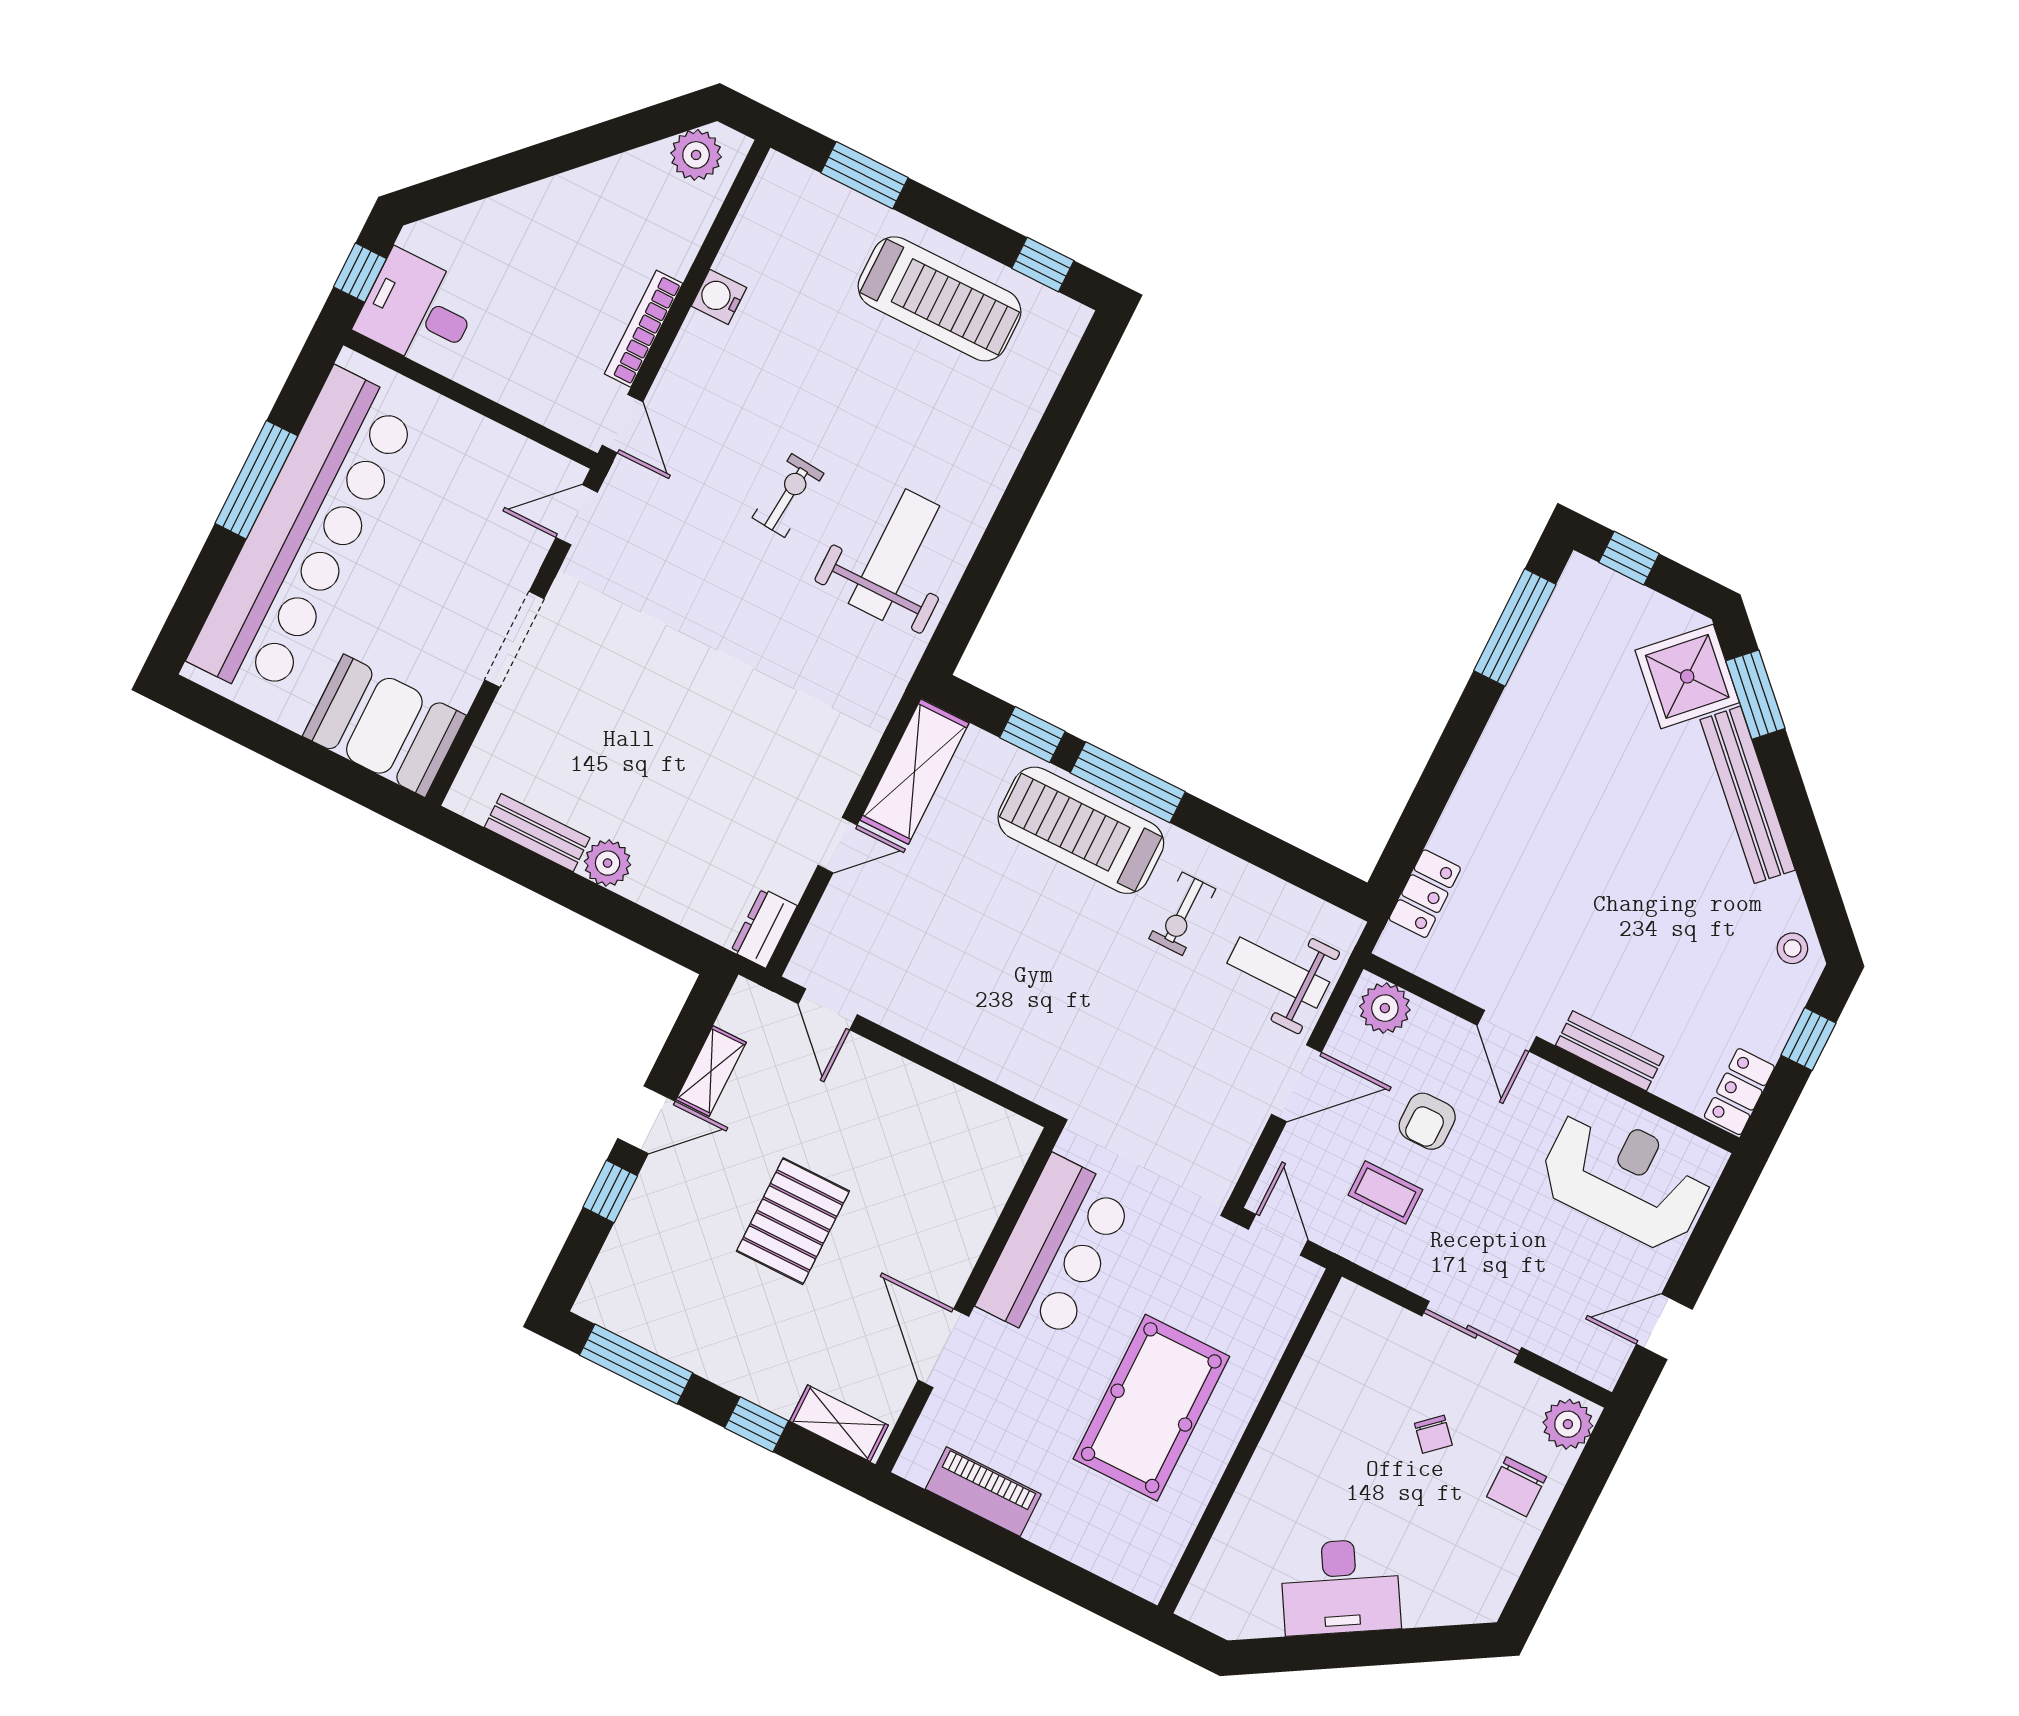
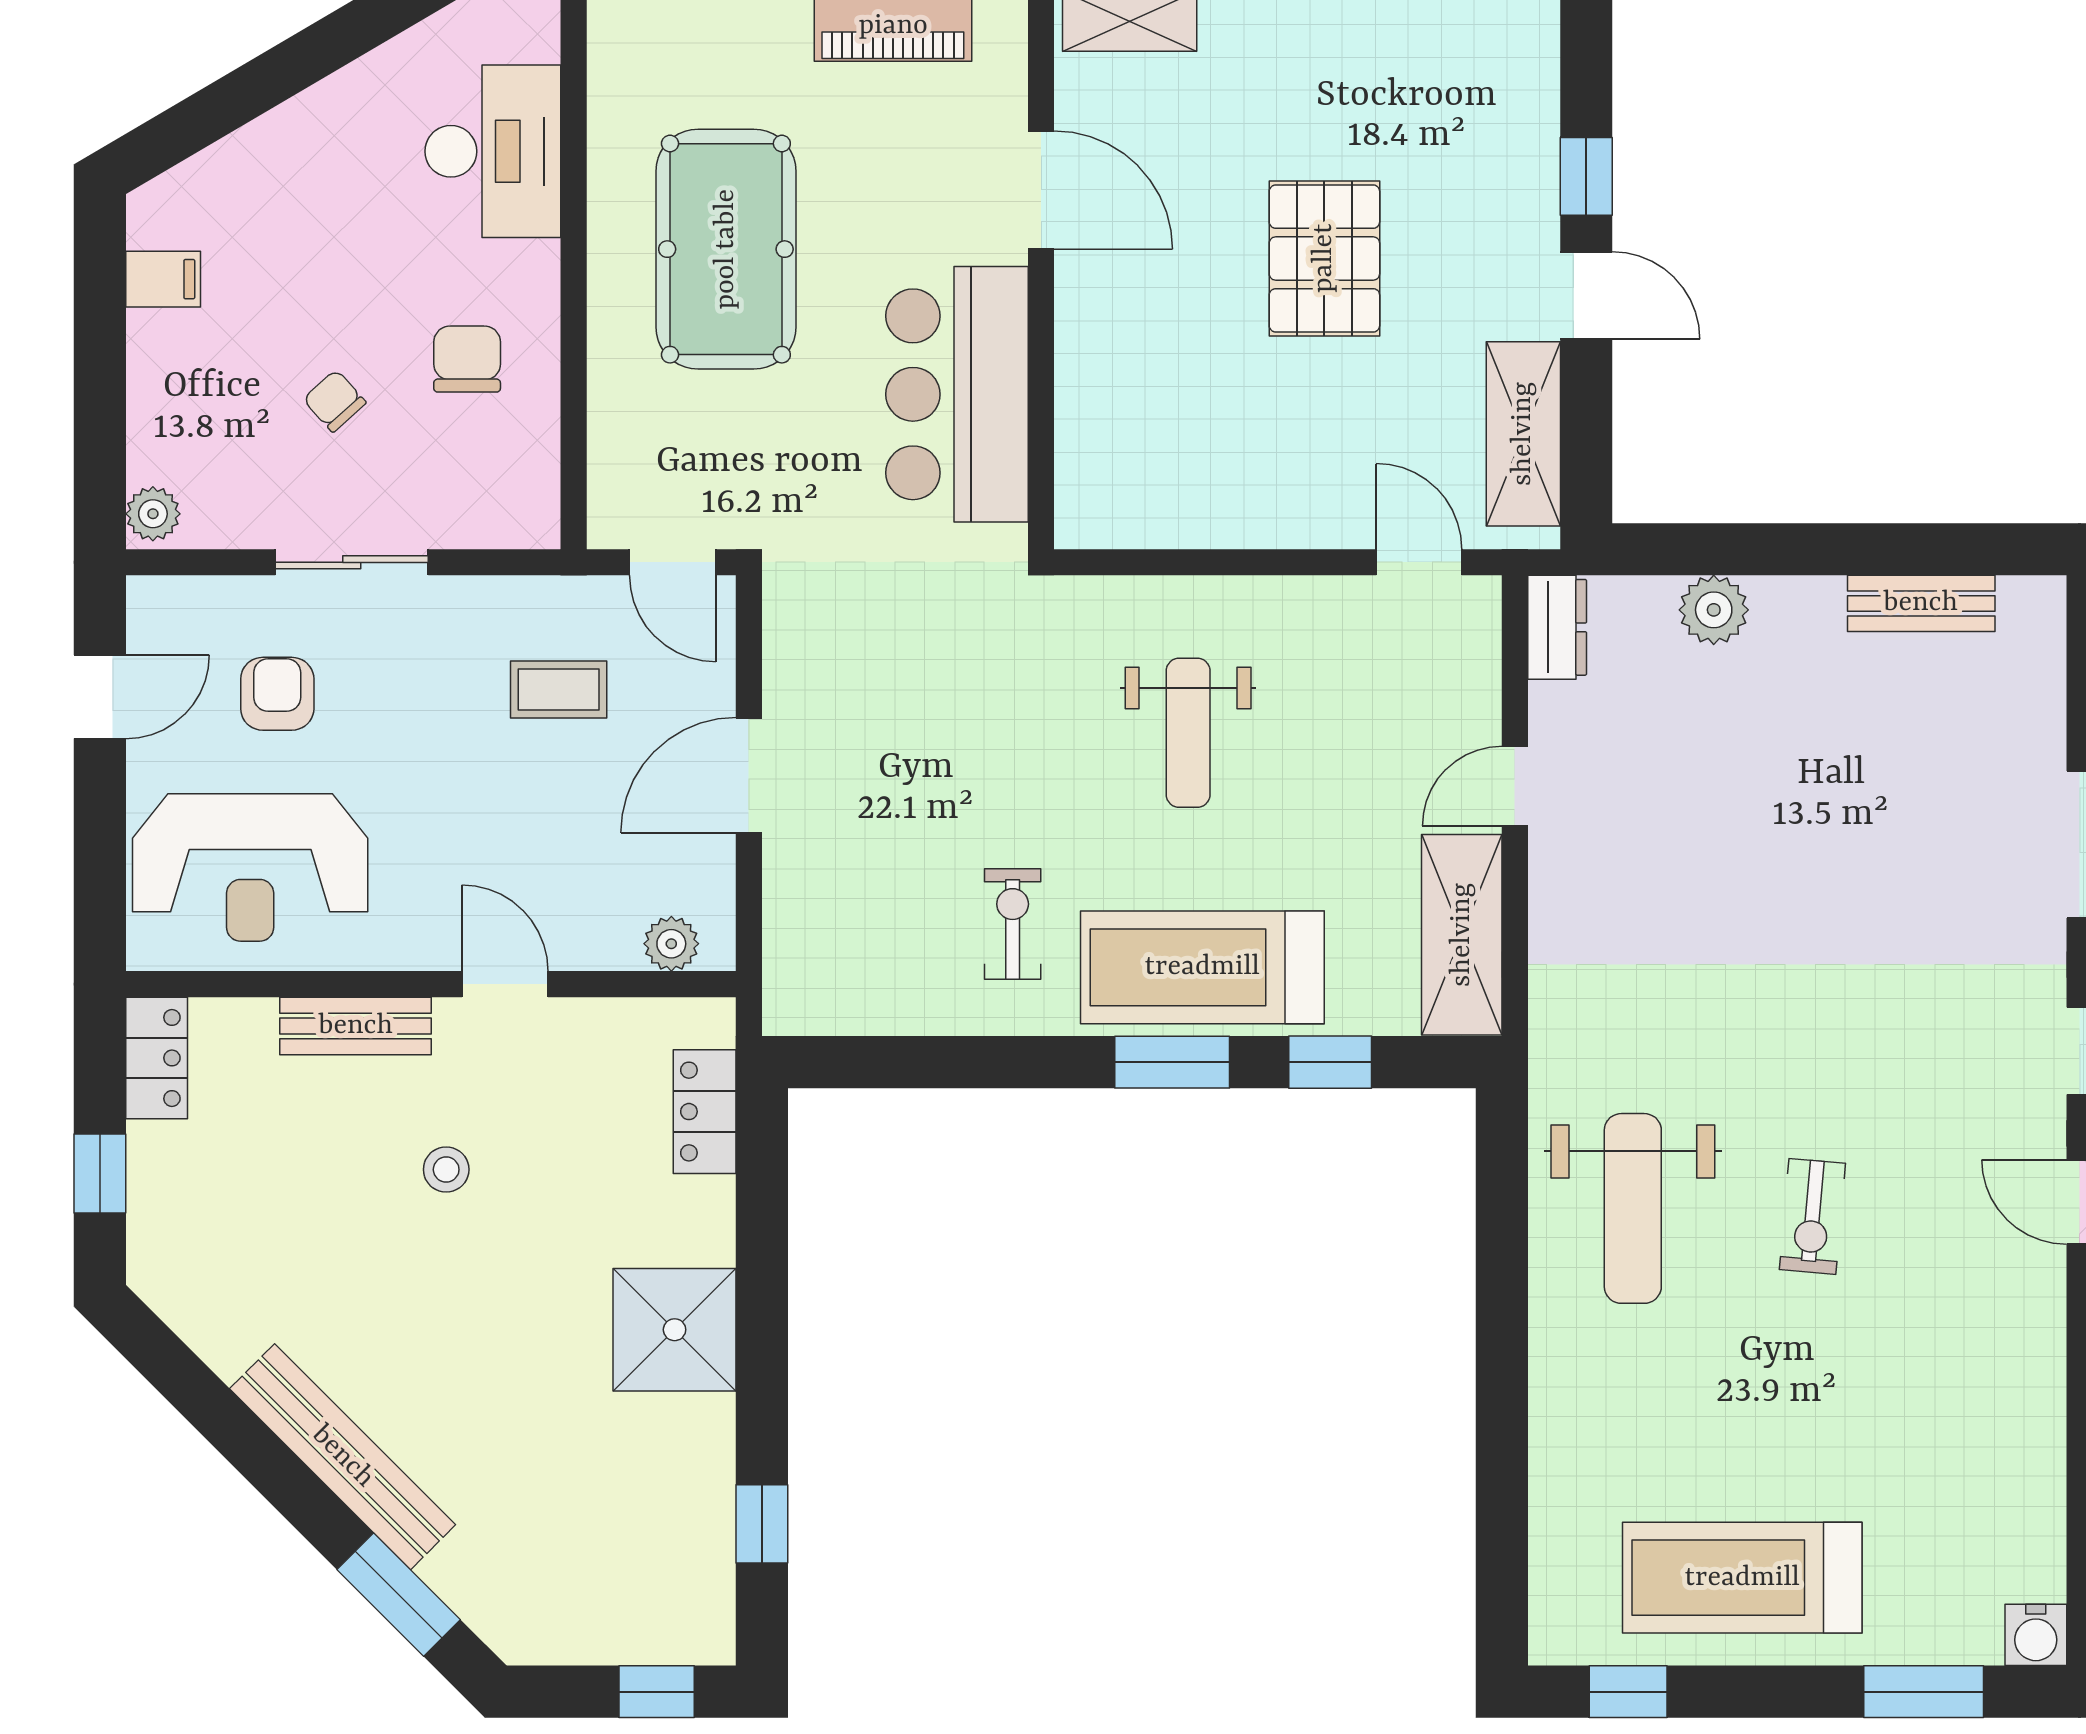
water cooler: (719, 297) -> (2036, 1635), moved, turned 90
window: (1515, 627) -> (762, 1524), width x0.46
shower: (1687, 676) -> (675, 1330), moved, turned 45
window: (1128, 782) -> (1172, 1062), width x0.69
treadmill: (1081, 830) -> (1202, 967), turned 180
plant: (608, 863) -> (1714, 610), moved
stool: (1792, 948) -> (446, 1170), moved
weight bench: (1278, 973) -> (1188, 733), moved, turned 90
plant: (1385, 1008) -> (671, 944), width x0.73, depth x0.73
shelving: (711, 1071) -> (1523, 434), width x1.50, depth x1.33
door: (646, 1120) -> (1586, 295), swing flipped
armchair: (1427, 1121) -> (277, 694), moved
plant: (1568, 1424) -> (153, 514), width x0.73, depth x0.73
chair: (1516, 1487) -> (467, 359), moved
filing cabinet: (1500, 1560) -> (163, 279), added
desk: (1340, 1587) -> (493, 151), moved, turned 120

